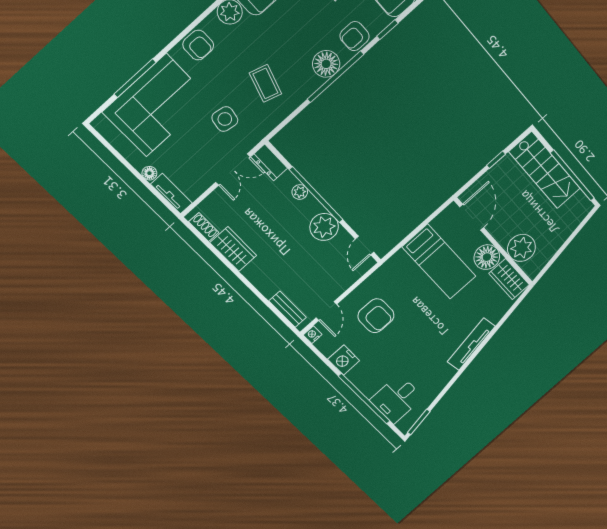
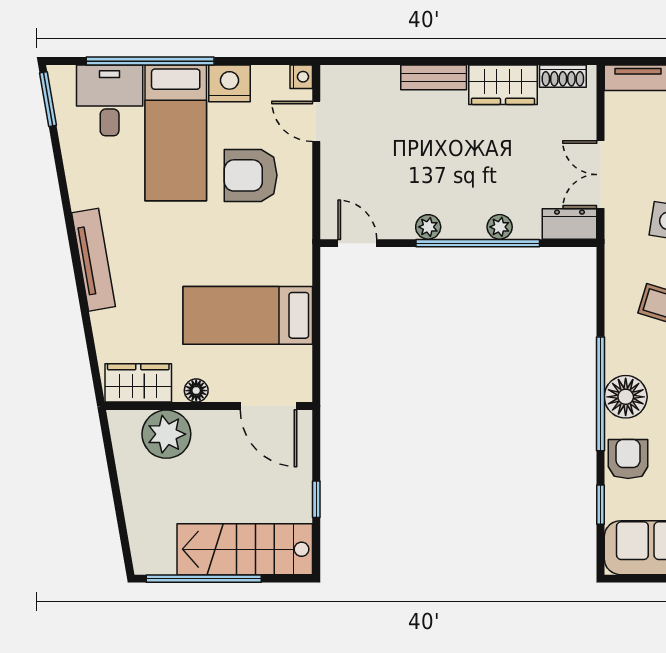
plant: (324, 227) -> (428, 227), width x0.53, depth x0.53
floor lamp: (487, 257) -> (196, 391), width x0.53, depth x0.53
bench: (288, 309) -> (434, 77), moved
bed: (386, 361) -> (176, 133), added

